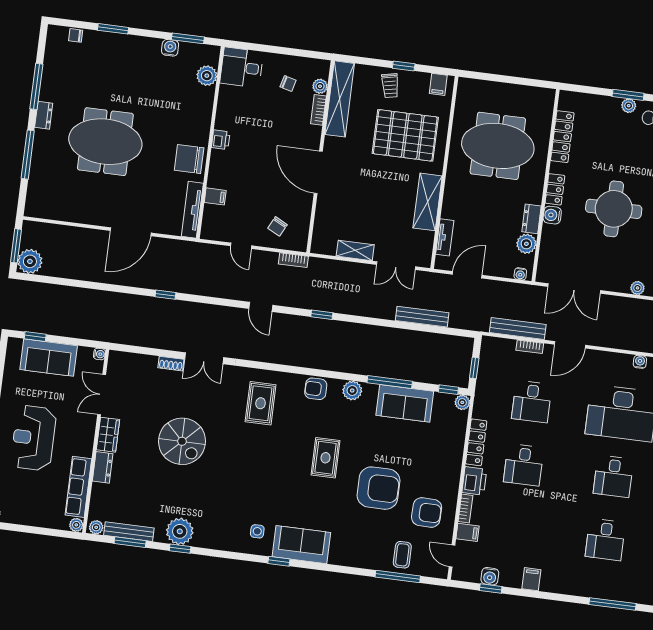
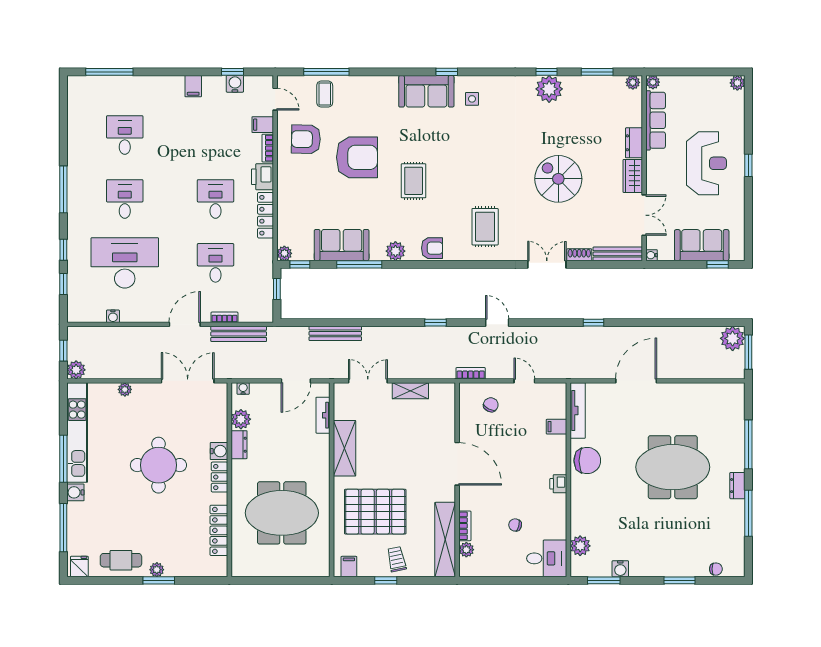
chair: (288, 84) -> (515, 525), moved
armchair: (378, 488) -> (357, 157), turned 180
bench: (129, 532) -> (618, 254), moved

